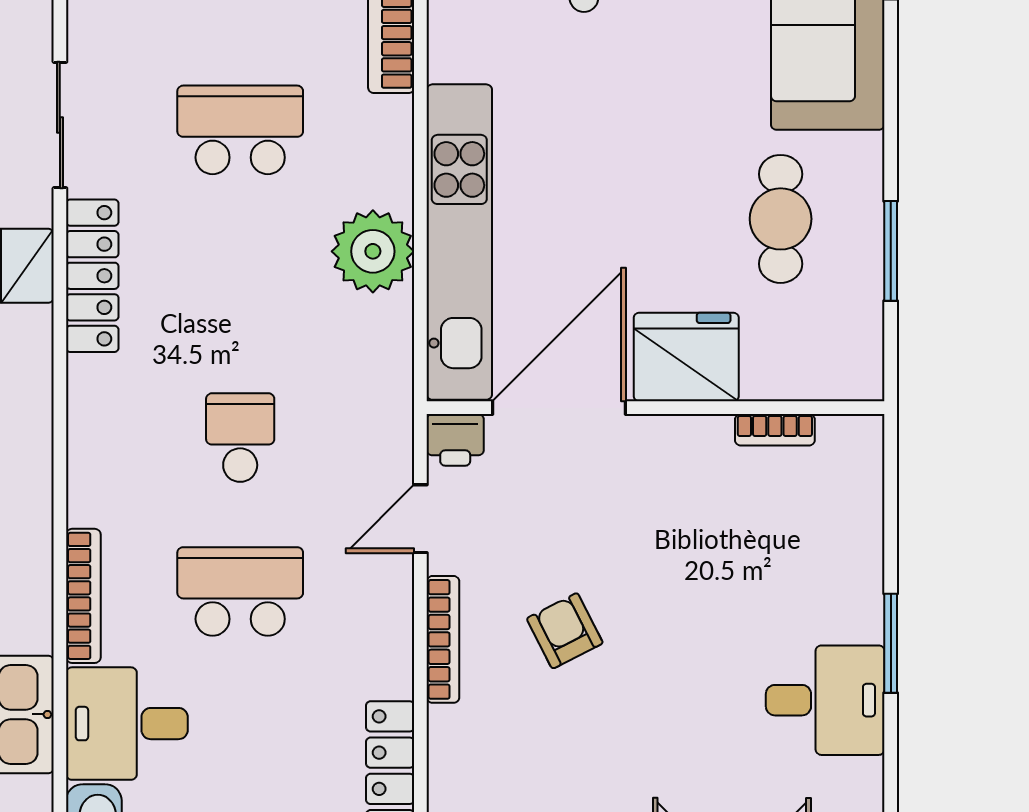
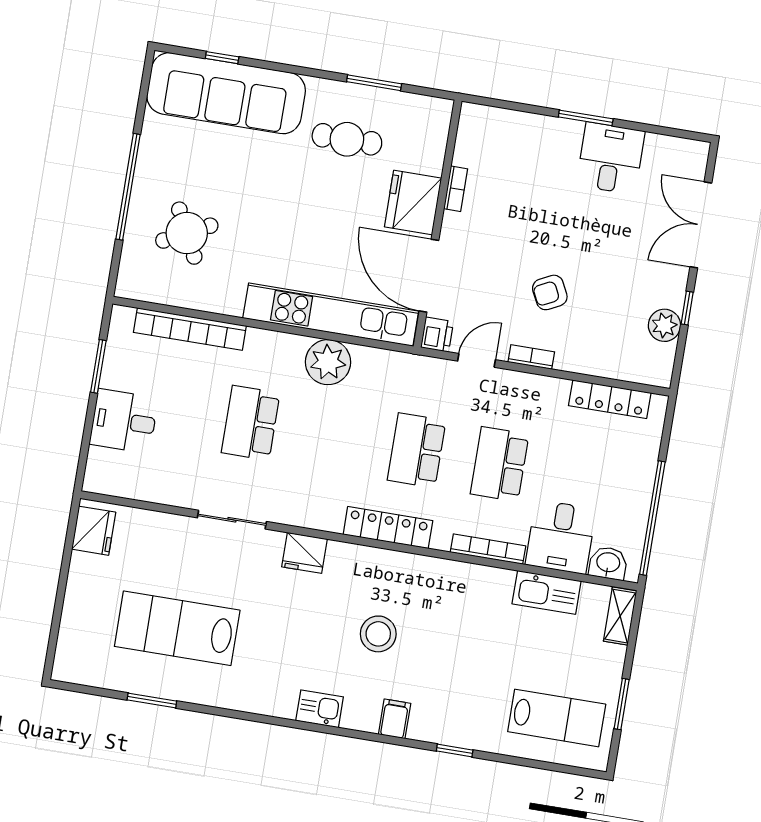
locker: (92, 276) -> (388, 528), moved
bookcase: (775, 430) -> (456, 189), moved
school desk: (240, 438) -> (417, 450), width x1.85
door: (420, 519) -> (477, 360), swing flipped
bookcase: (443, 639) -> (531, 357), width x0.64

